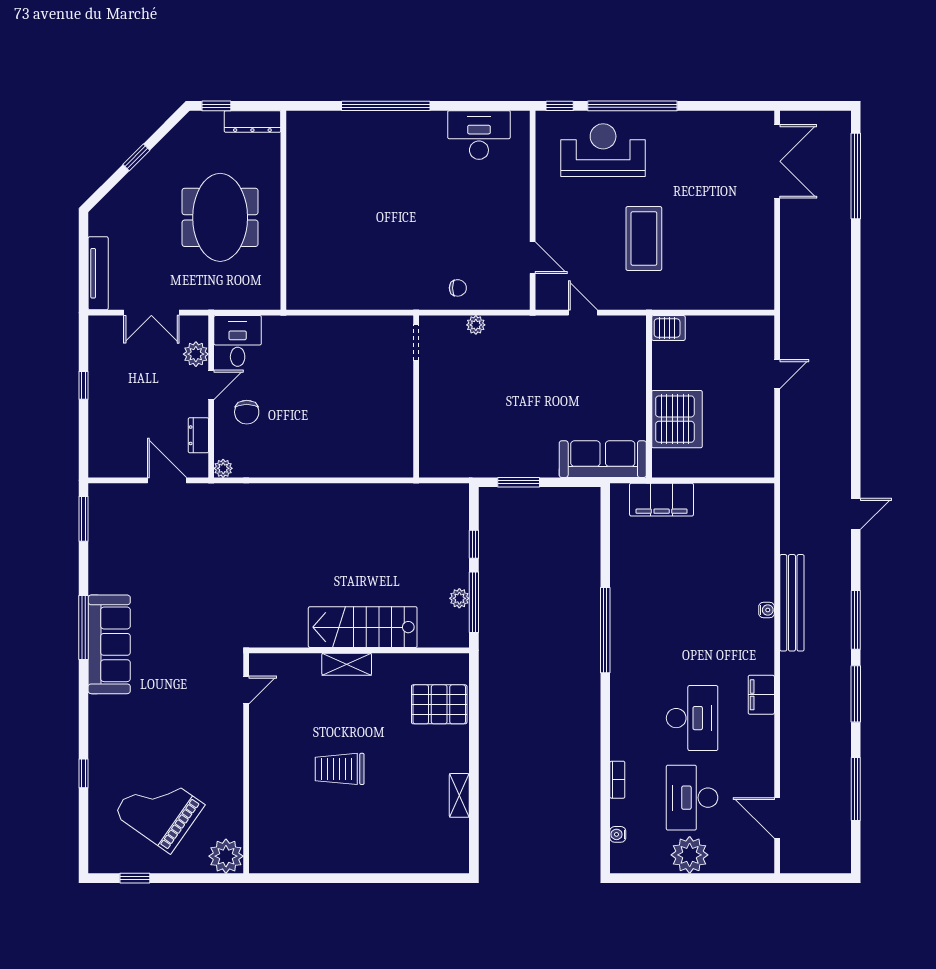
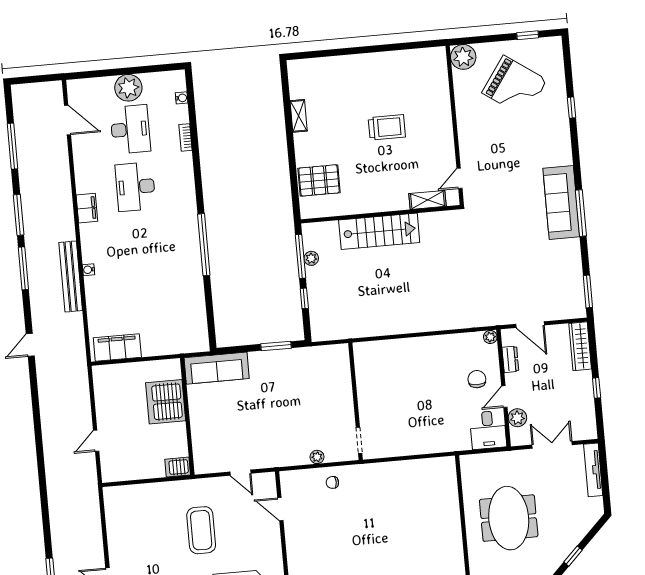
wardrobe: (101, 445) -> (580, 346), added
filing cabinet: (662, 500) -> (117, 347), moved
shelving: (347, 664) -> (428, 200), moved

